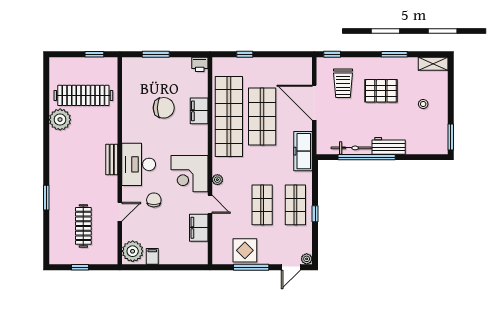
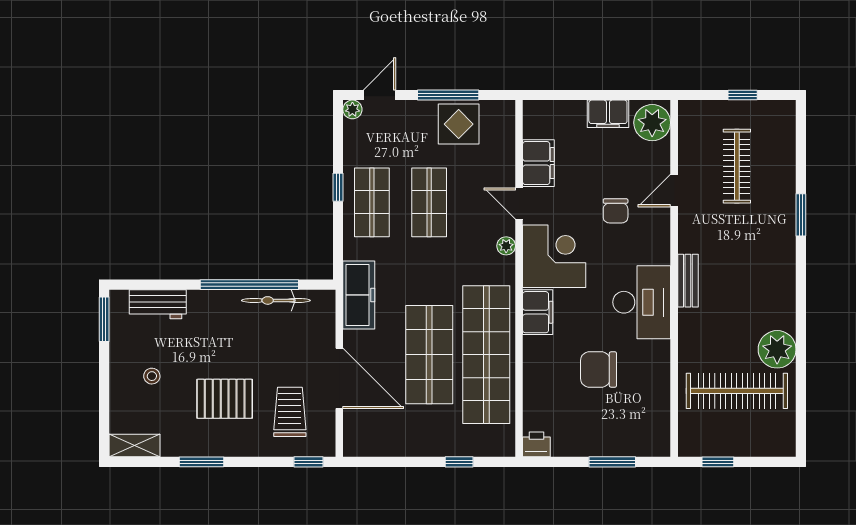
filing cabinet: (199, 111) -> (538, 312), moved
workbench: (389, 146) -> (158, 304), moved
desk: (139, 164) -> (642, 302), moved
filing cabinet: (152, 256) -> (608, 114), width x2.00

